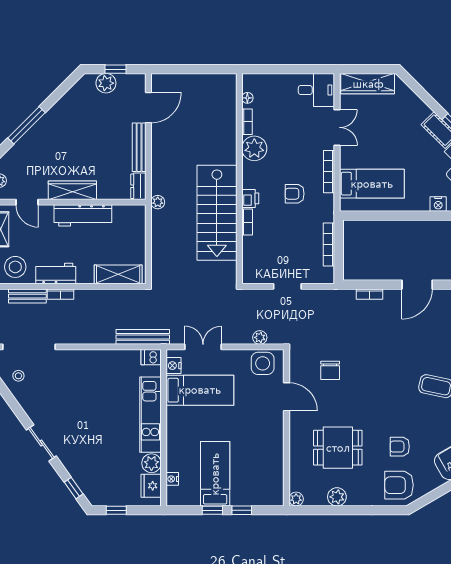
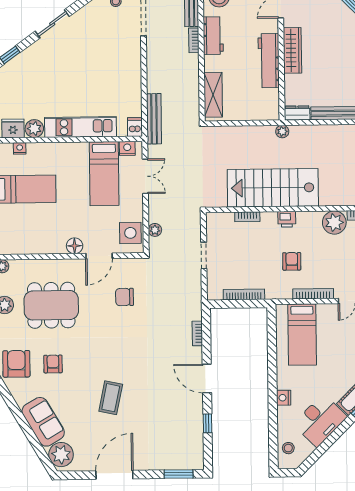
bookcase: (247, 222) -> (247, 217), moved
floor lamp: (275, 422) -> (75, 246), added
dining table: (338, 448) -> (51, 305), width x1.37

